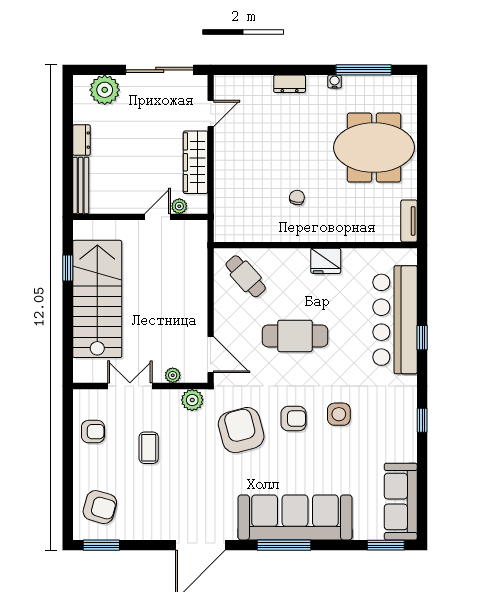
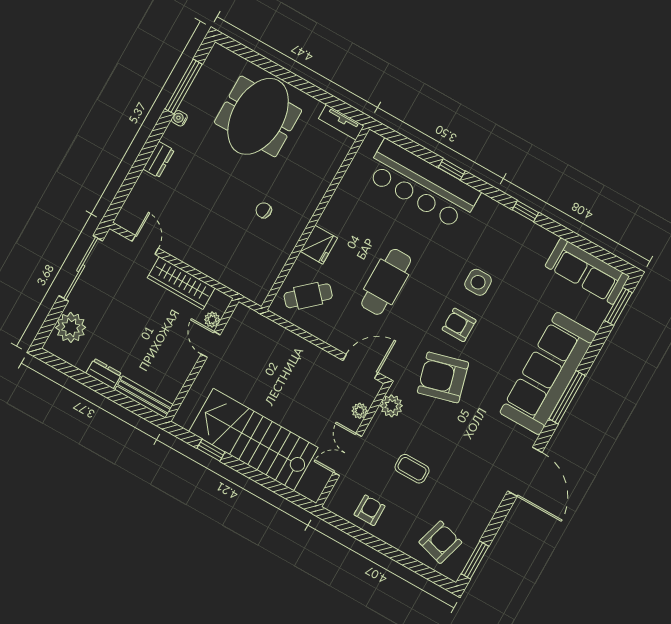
fridge: (326, 261) -> (319, 245), moved
armchair: (294, 419) -> (459, 325), turned -90

